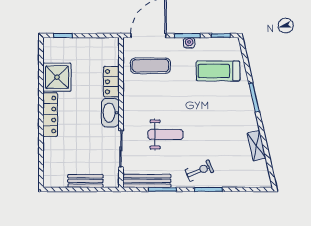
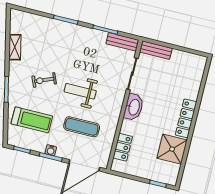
exercise mat: (150, 66) -> (82, 127), moved
locker: (111, 82) -> (123, 147), moved
weight bench: (166, 134) -> (80, 91), moved
exercise bike: (199, 171) -> (44, 80), moved
bench: (85, 181) -> (156, 50), moved
bench: (147, 181) -> (122, 42), width x0.73

